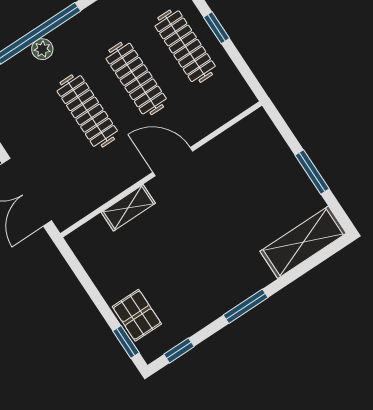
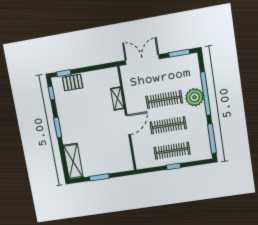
plant: (42, 49) -> (195, 97), width x1.88, depth x1.88

